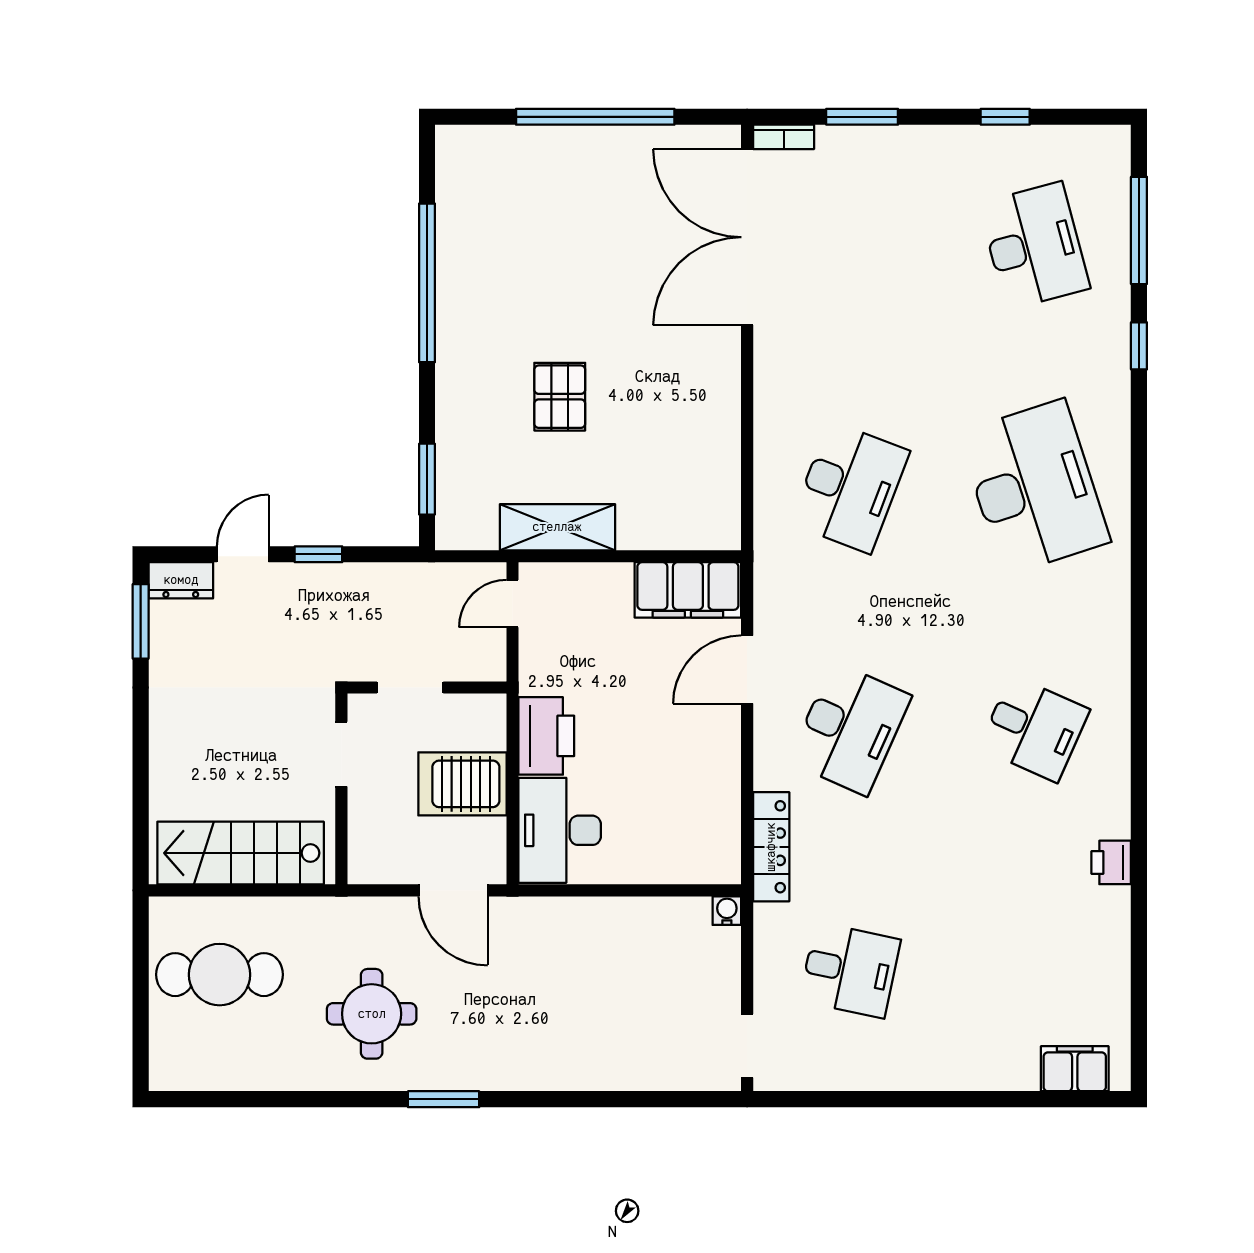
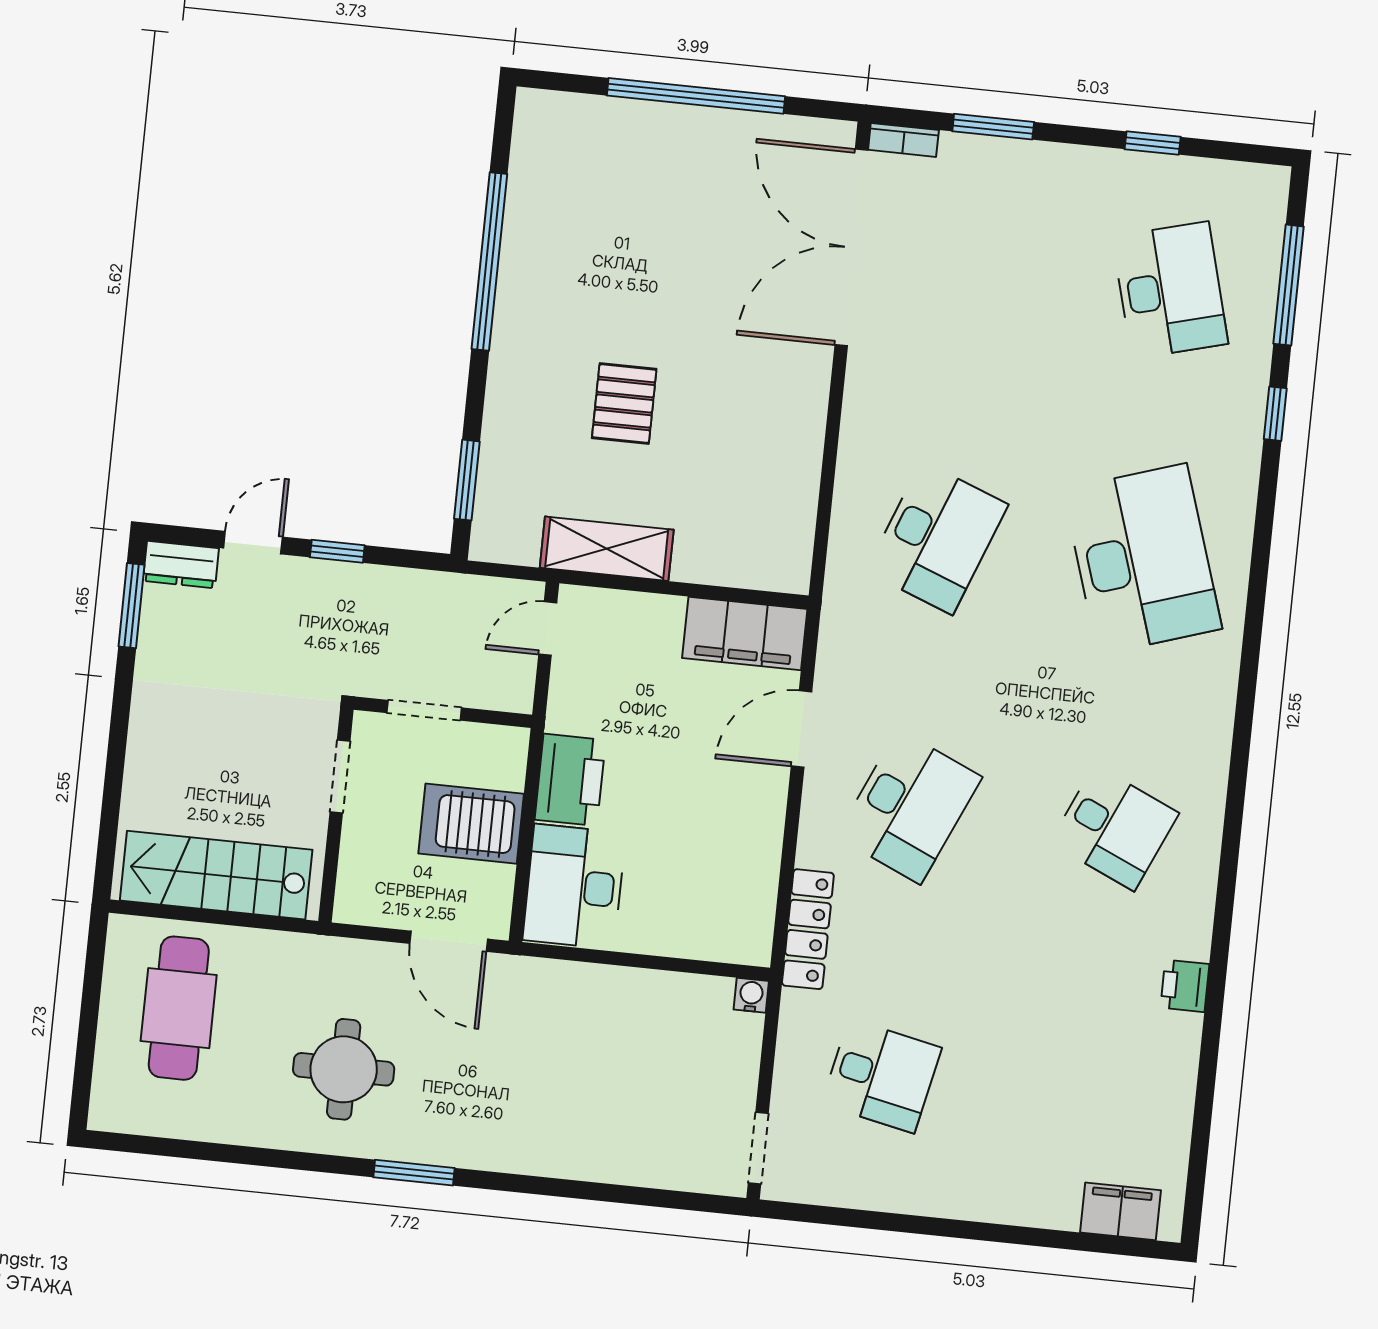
cafe table: (220, 975) -> (179, 1008), turned 90

